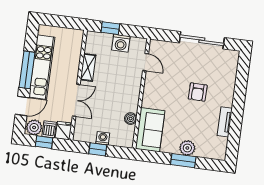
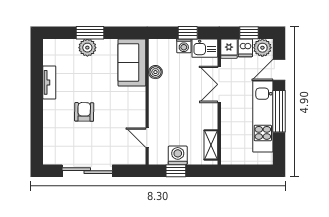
window: (110, 28) -> (176, 171), moved
shelving: (88, 67) -> (211, 145), moved
kitchen sink: (85, 134) -> (205, 48), added

